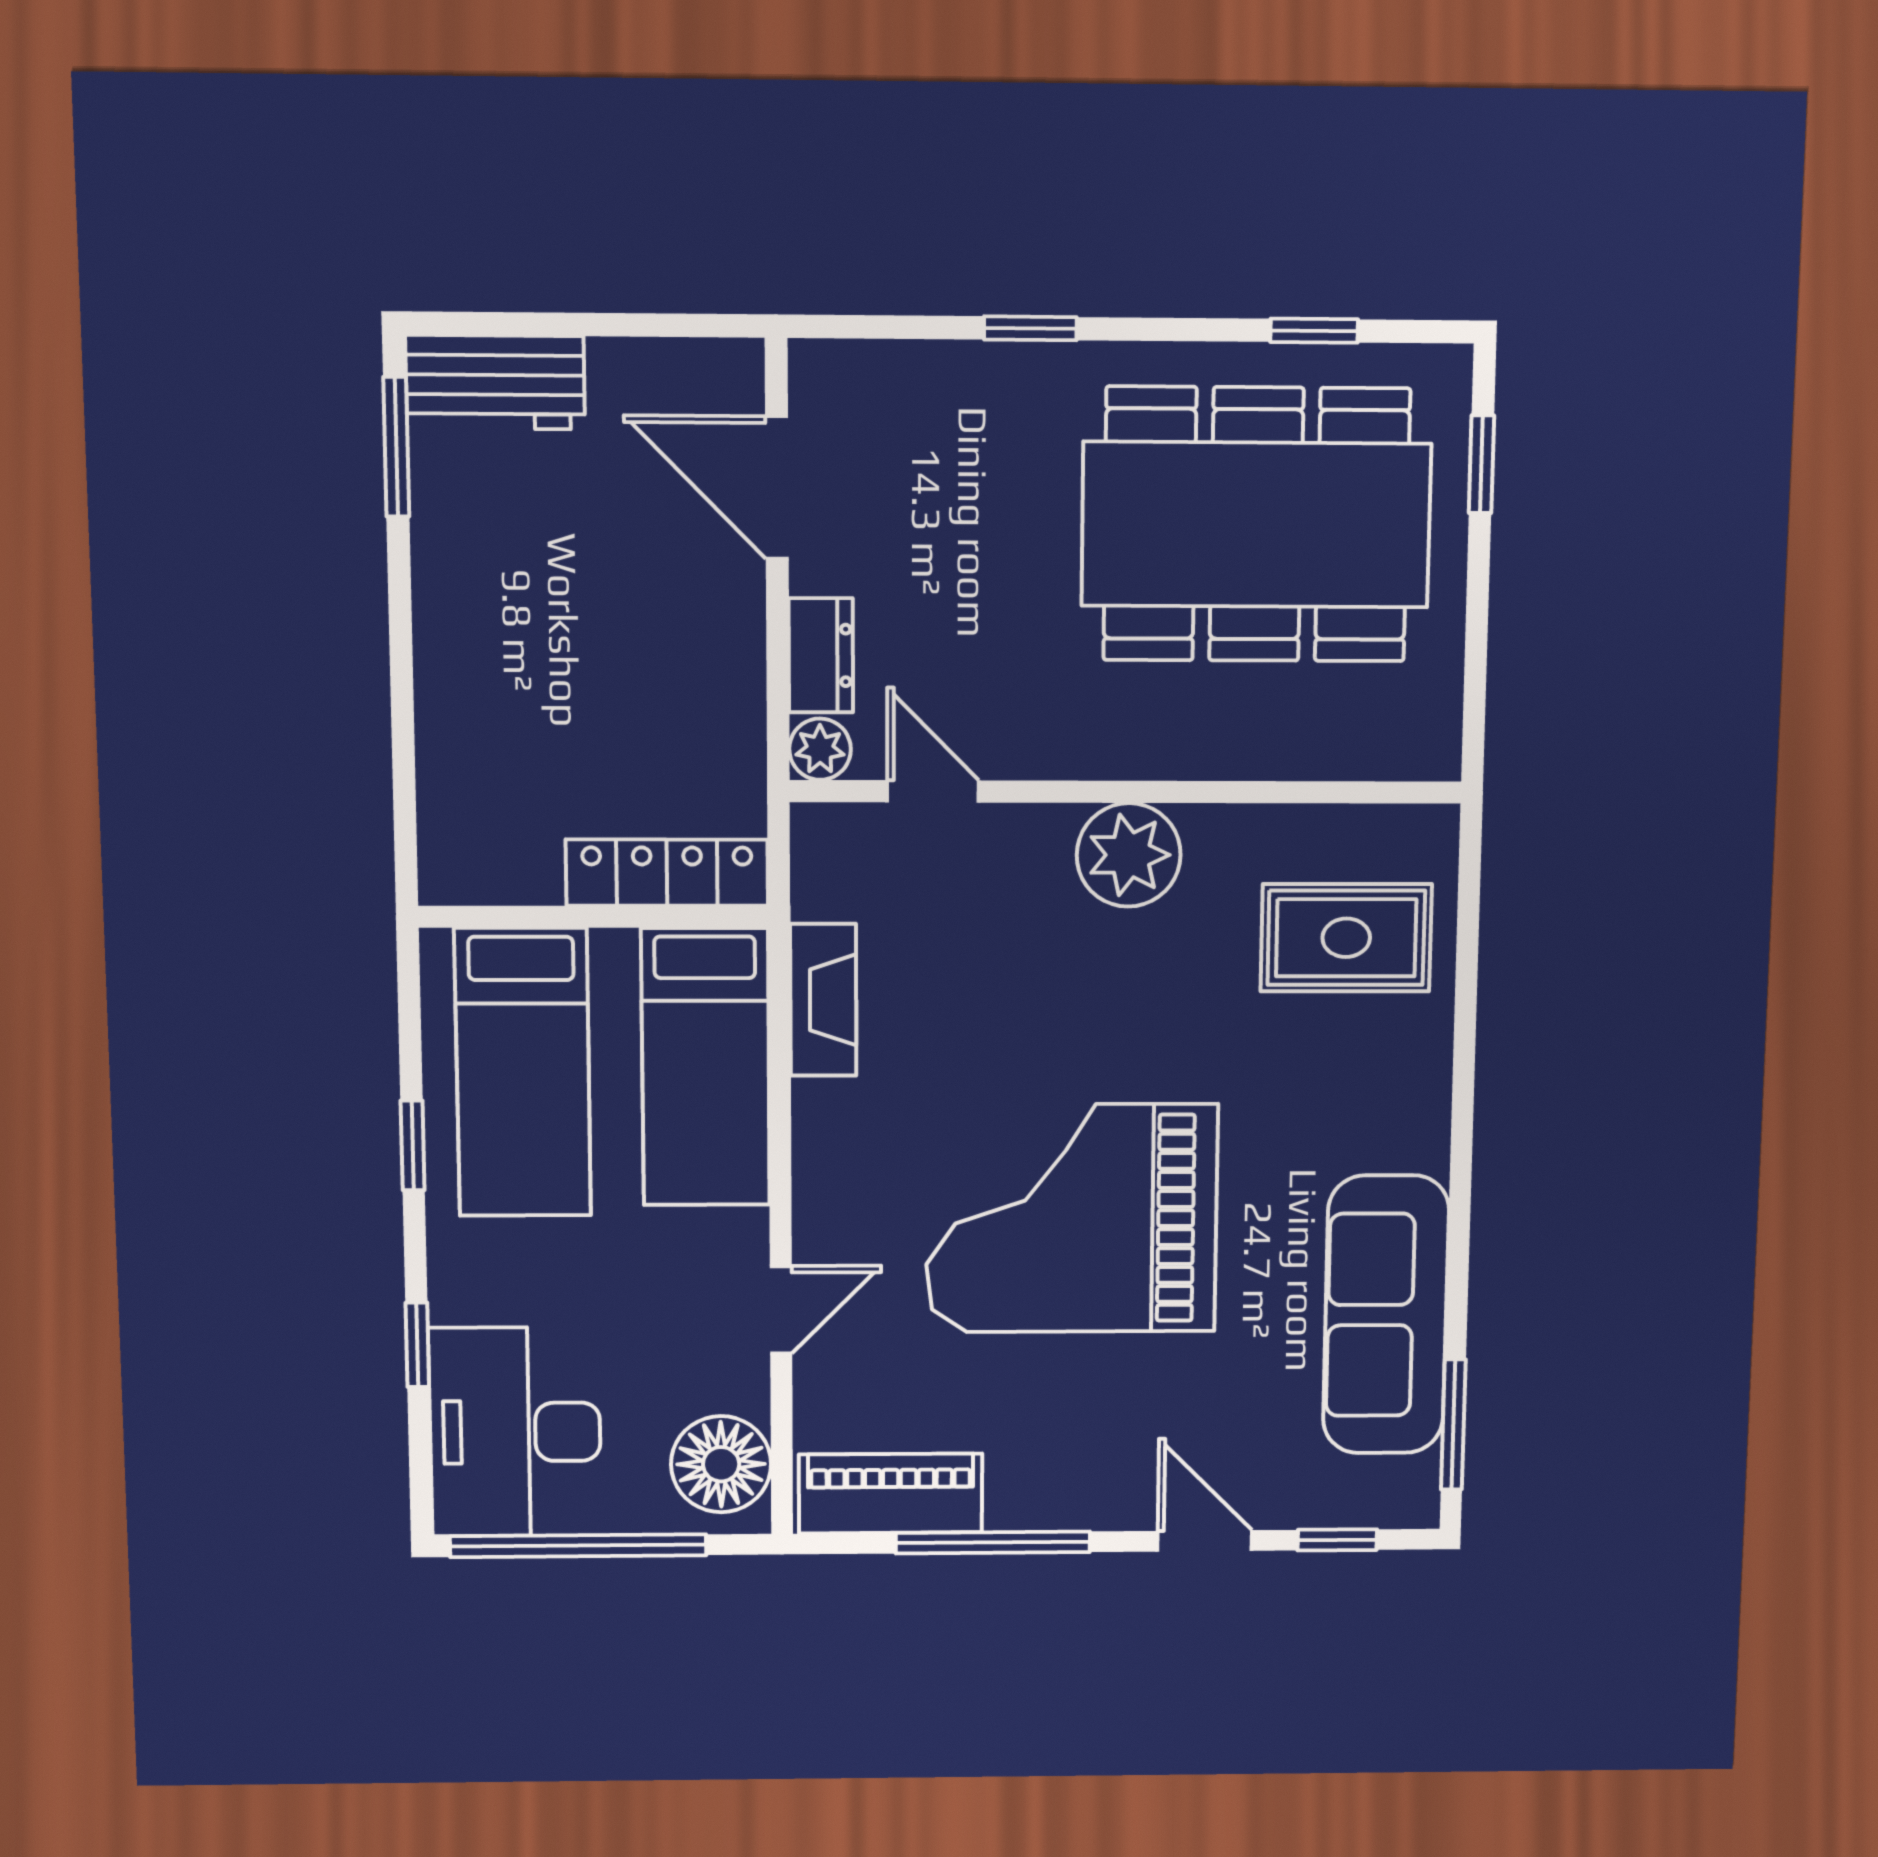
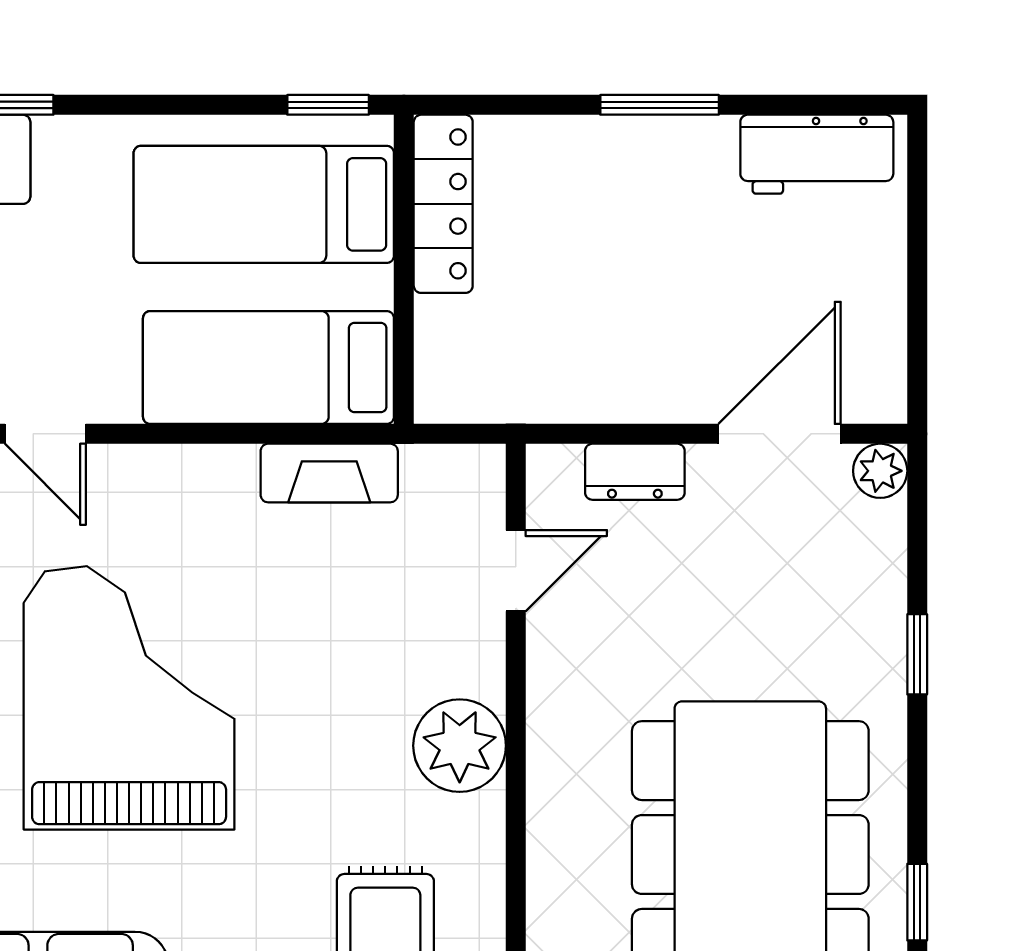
workbench: (495, 382) -> (817, 154), moved, turned -90
window: (396, 447) -> (660, 105), moved
plant: (820, 749) -> (880, 471), moved
locker: (667, 873) -> (443, 204), moved
window: (413, 1146) -> (328, 105), moved

